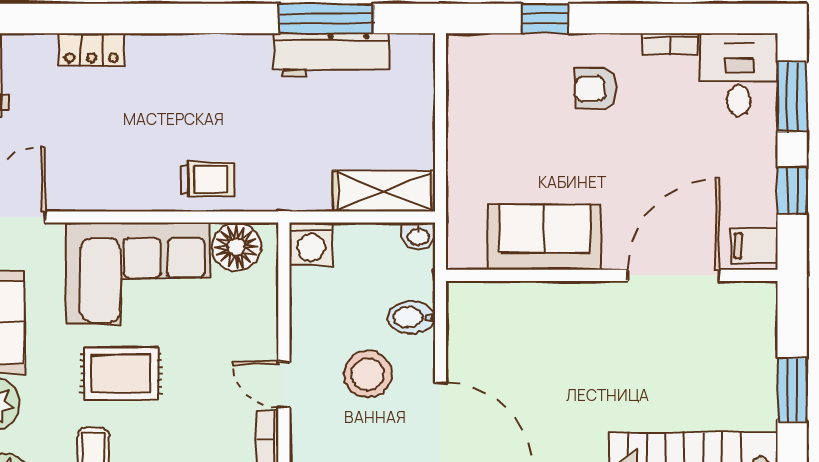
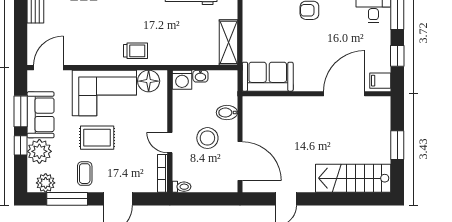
shelving: (384, 191) -> (228, 42), moved, turned 90
washbasin: (418, 236) -> (200, 76), moved
sofa: (544, 237) -> (268, 77), moved

